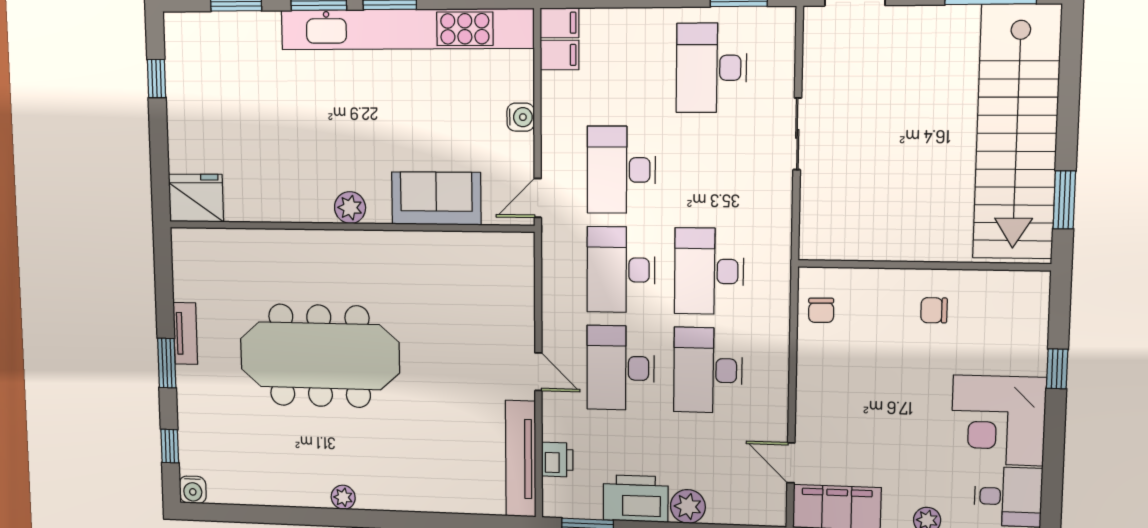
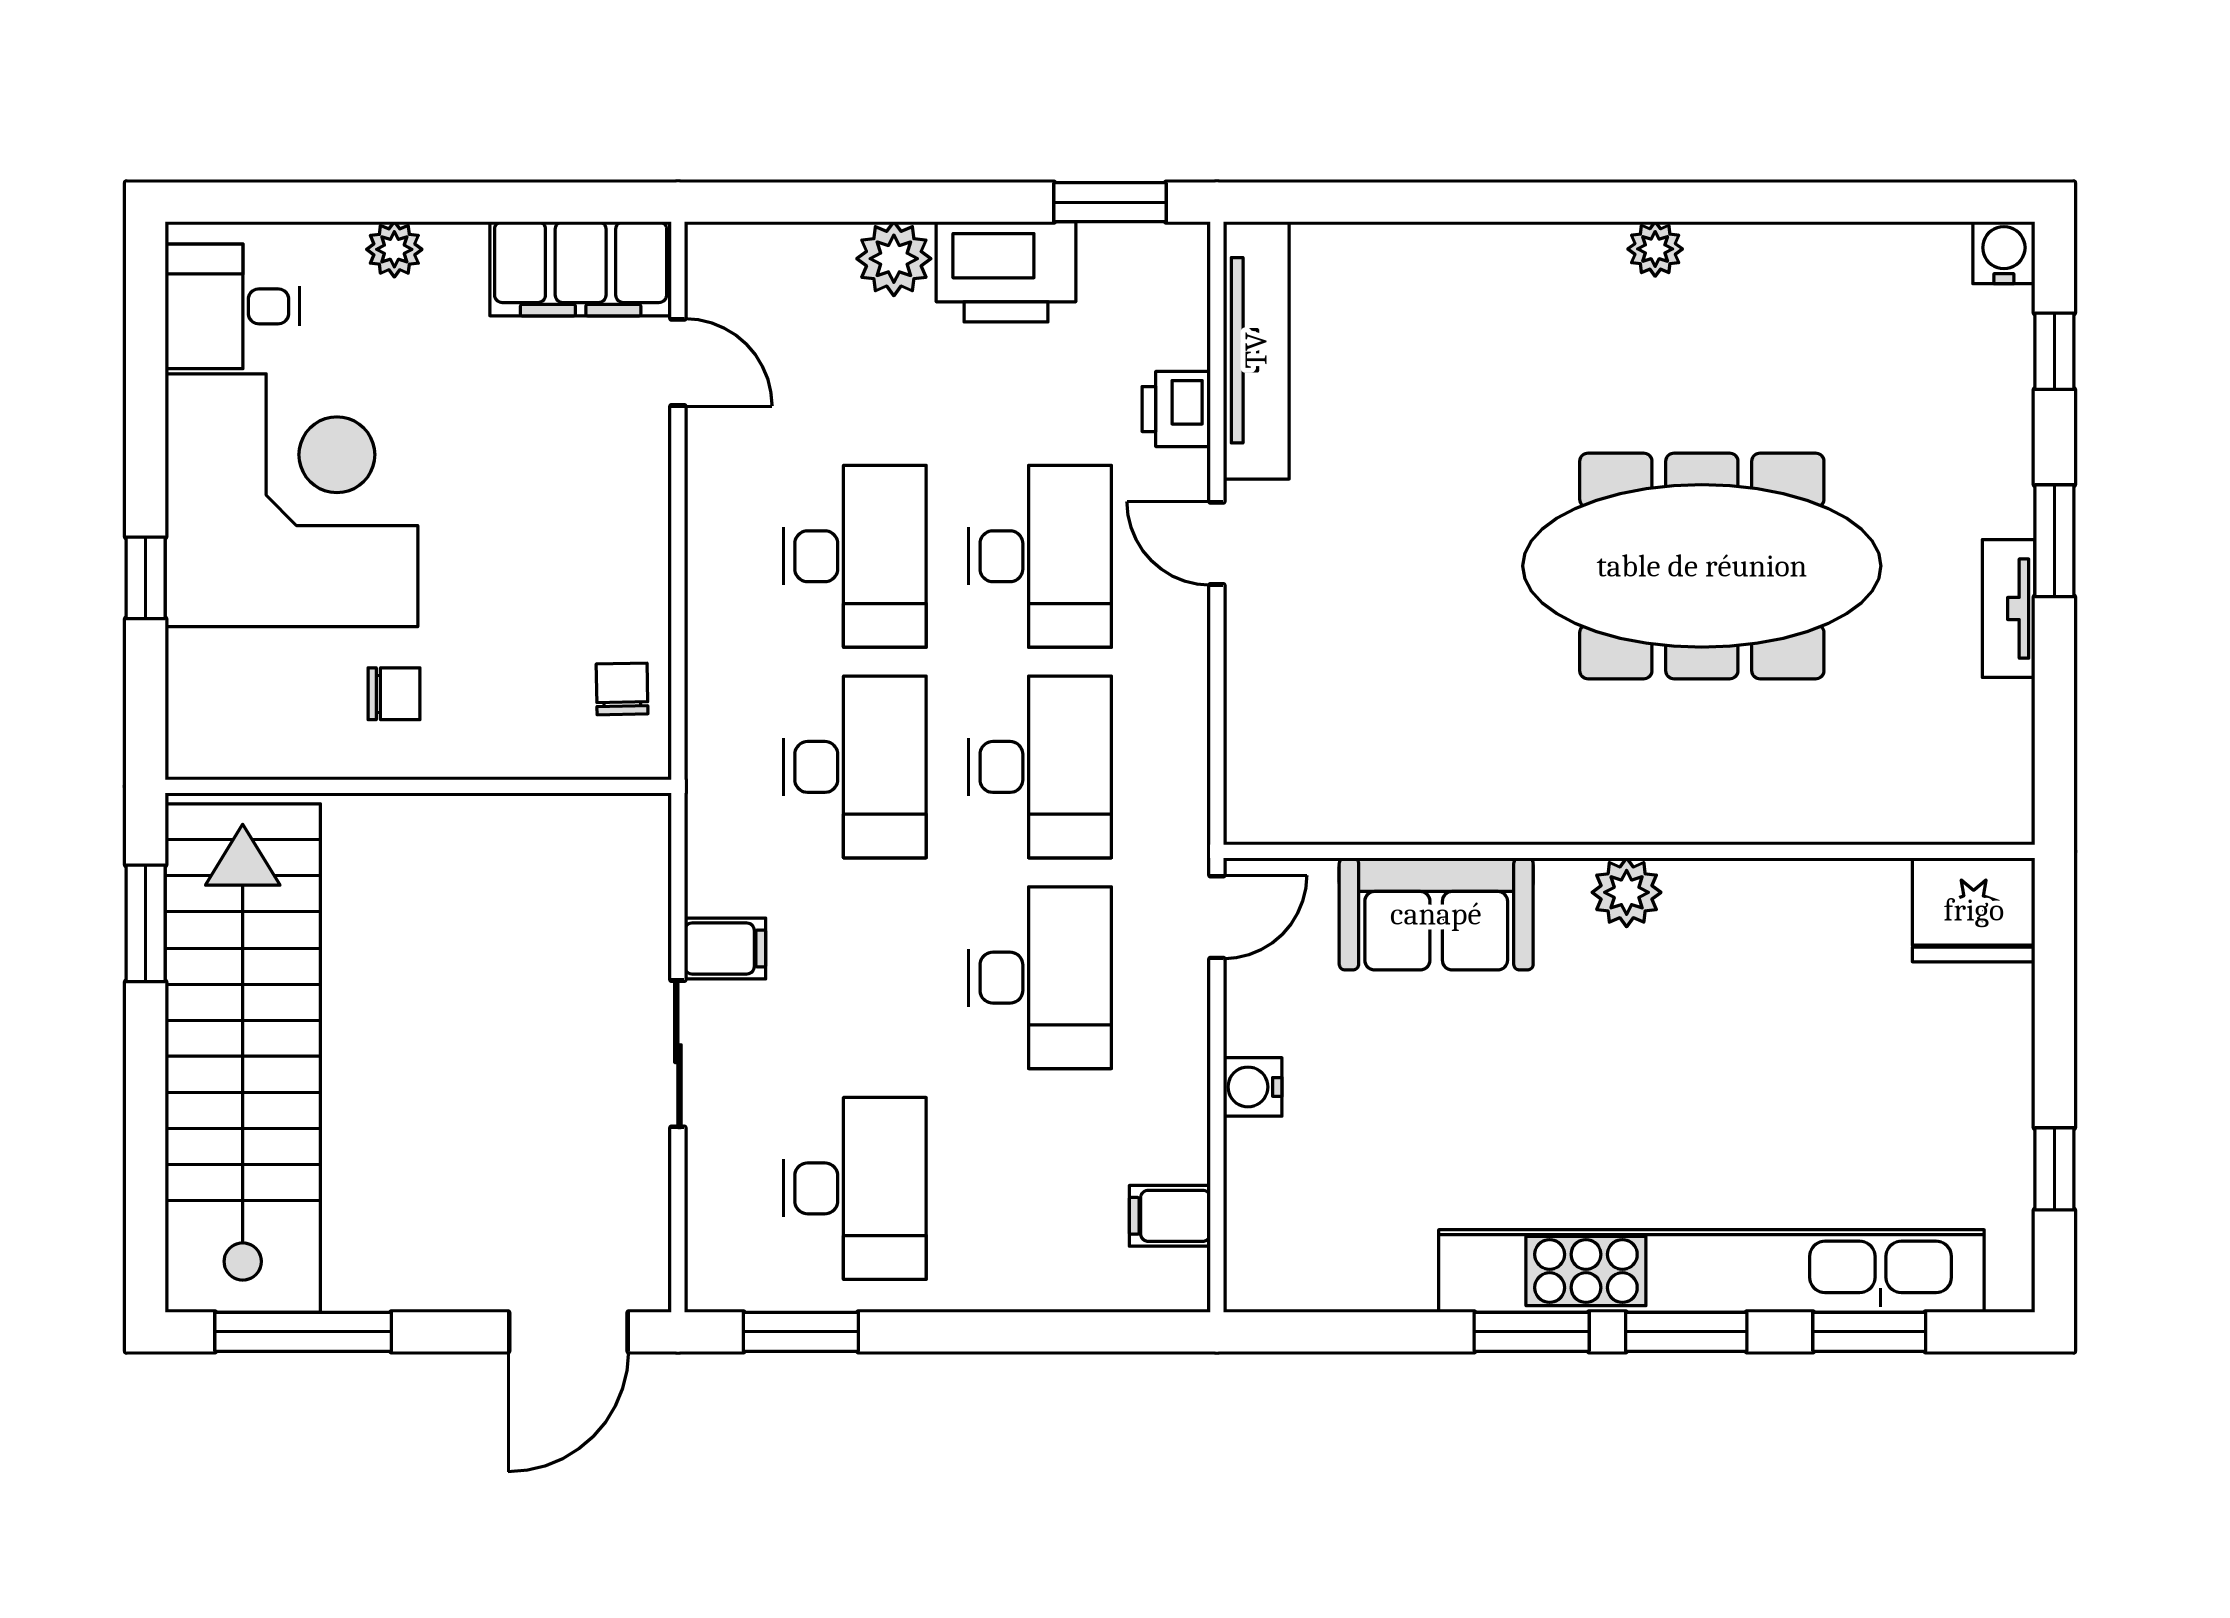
filing cabinet: (560, 23) -> (725, 948), moved, turned 180
kitchen unit: (406, 29) -> (1711, 1271), moved
corner desk: (998, 420) -> (291, 500), width x1.36, depth x1.36
printer: (557, 460) -> (1176, 409), moved

